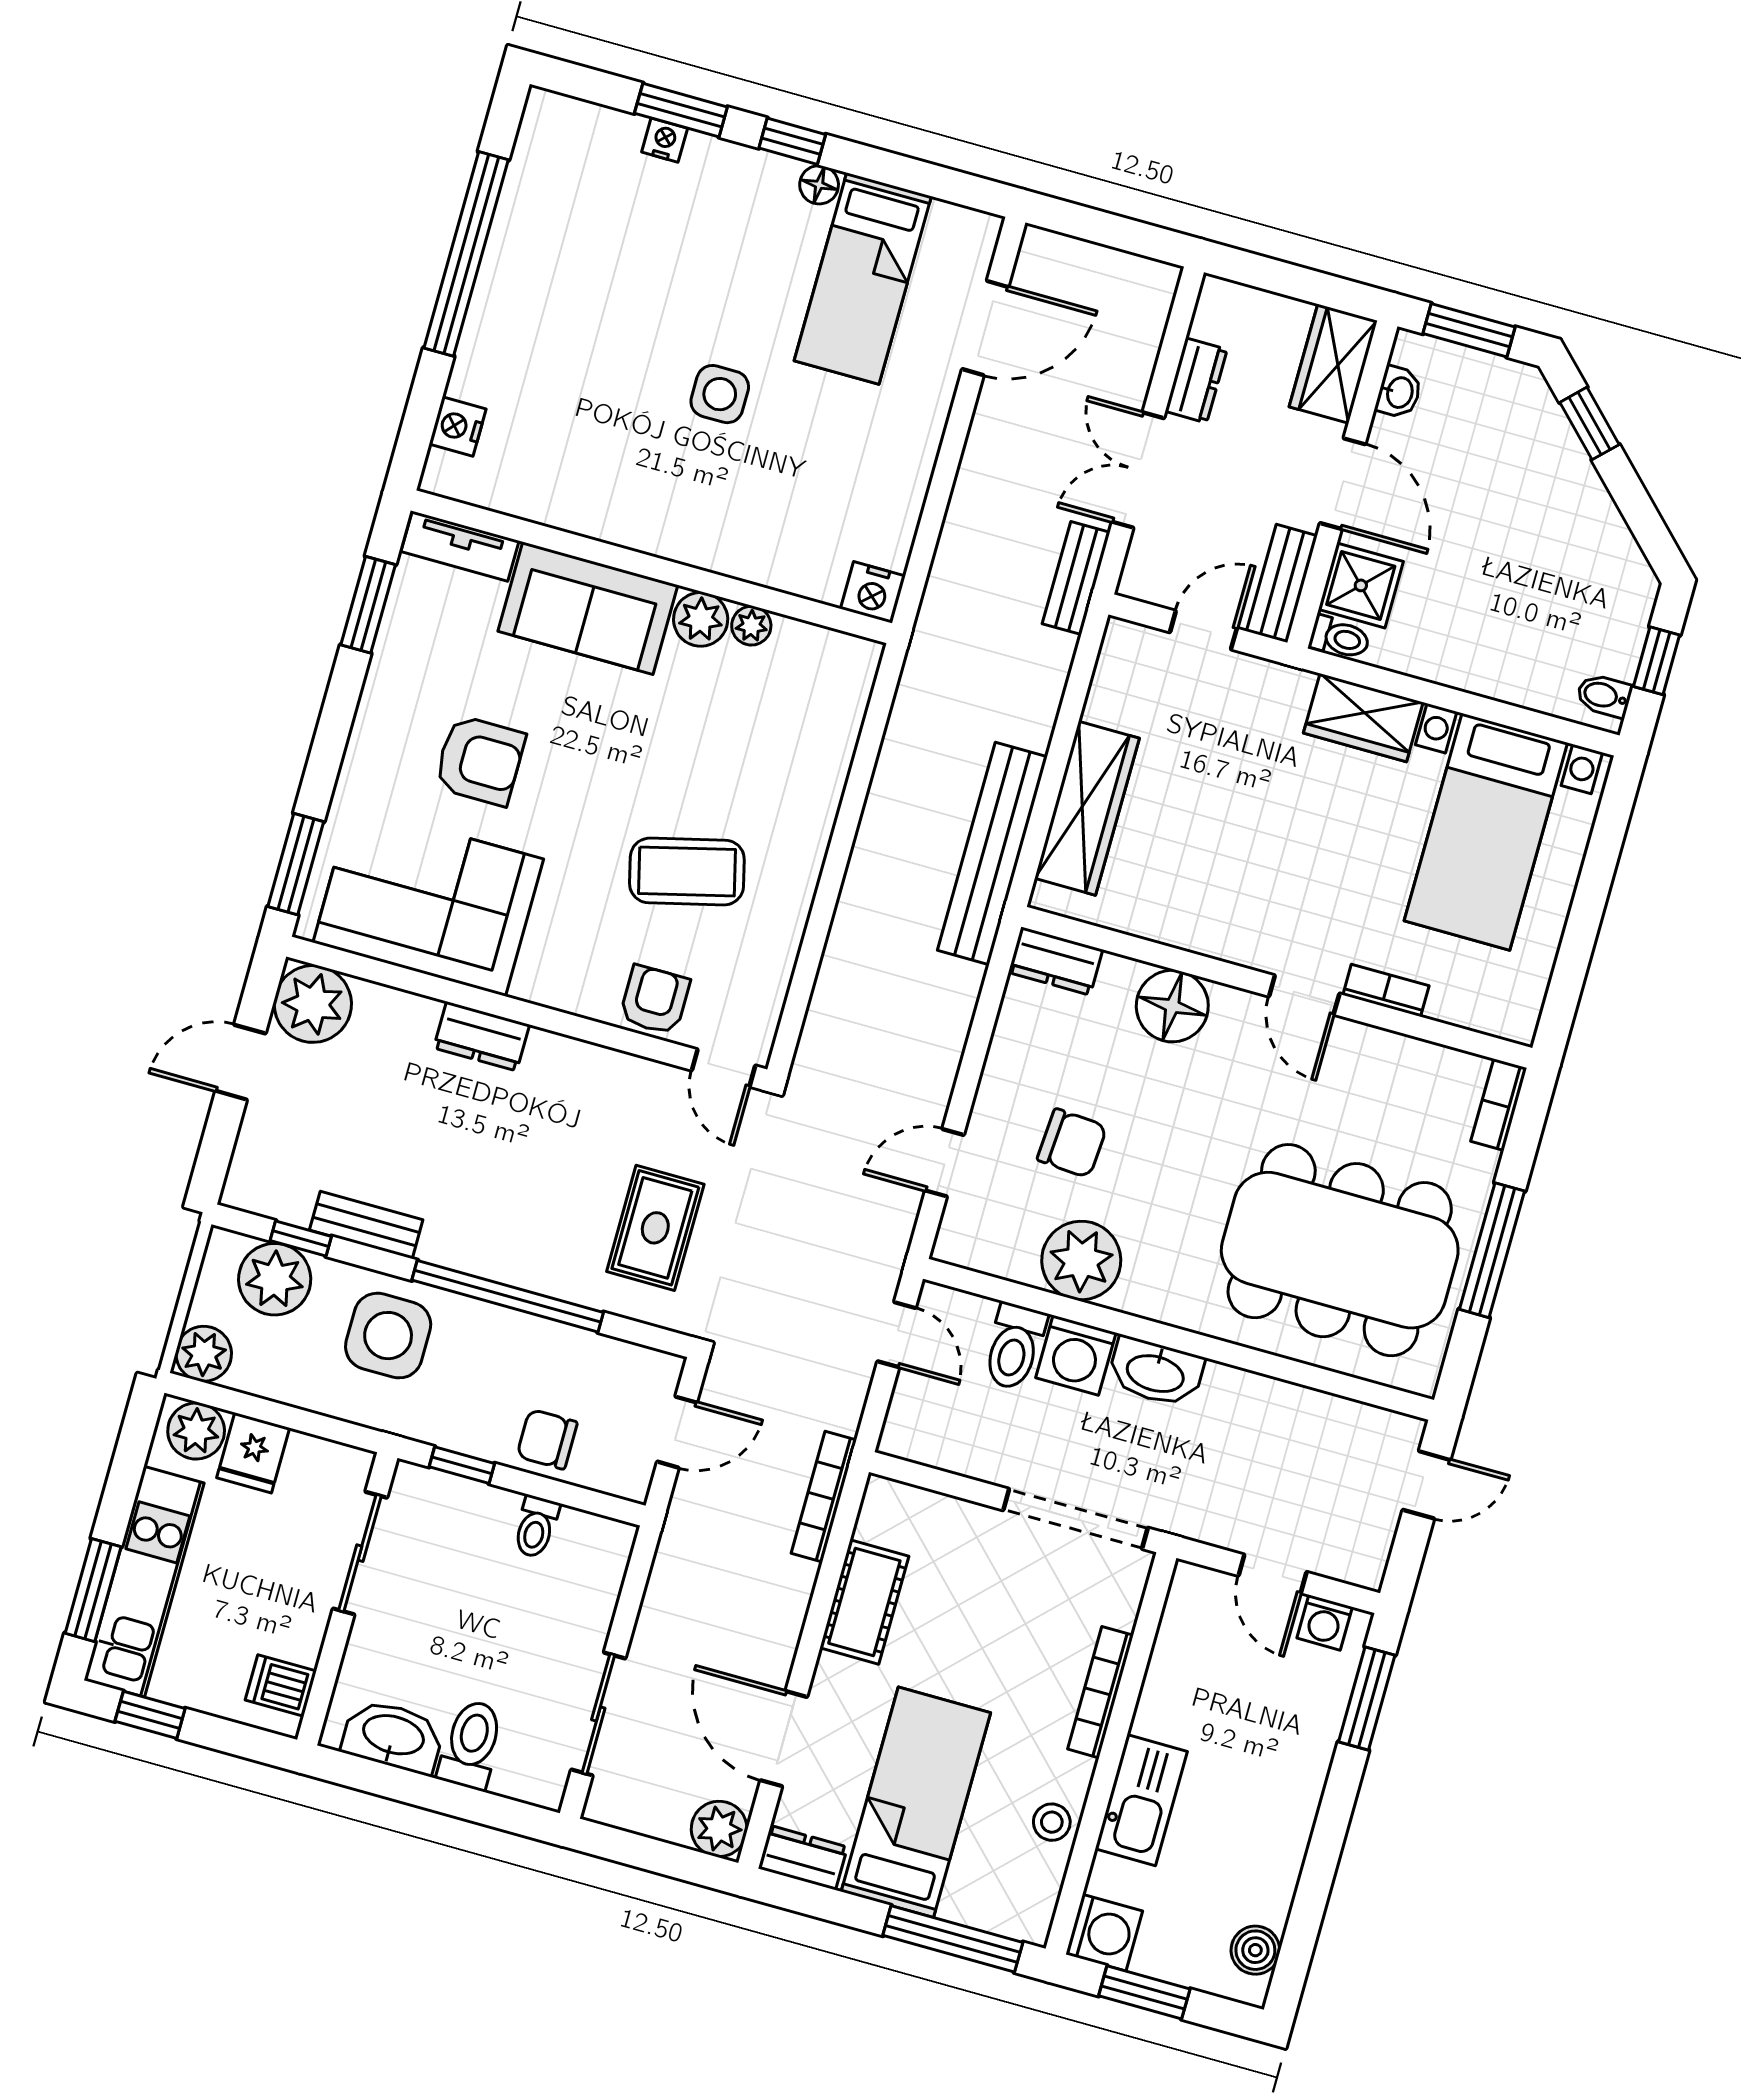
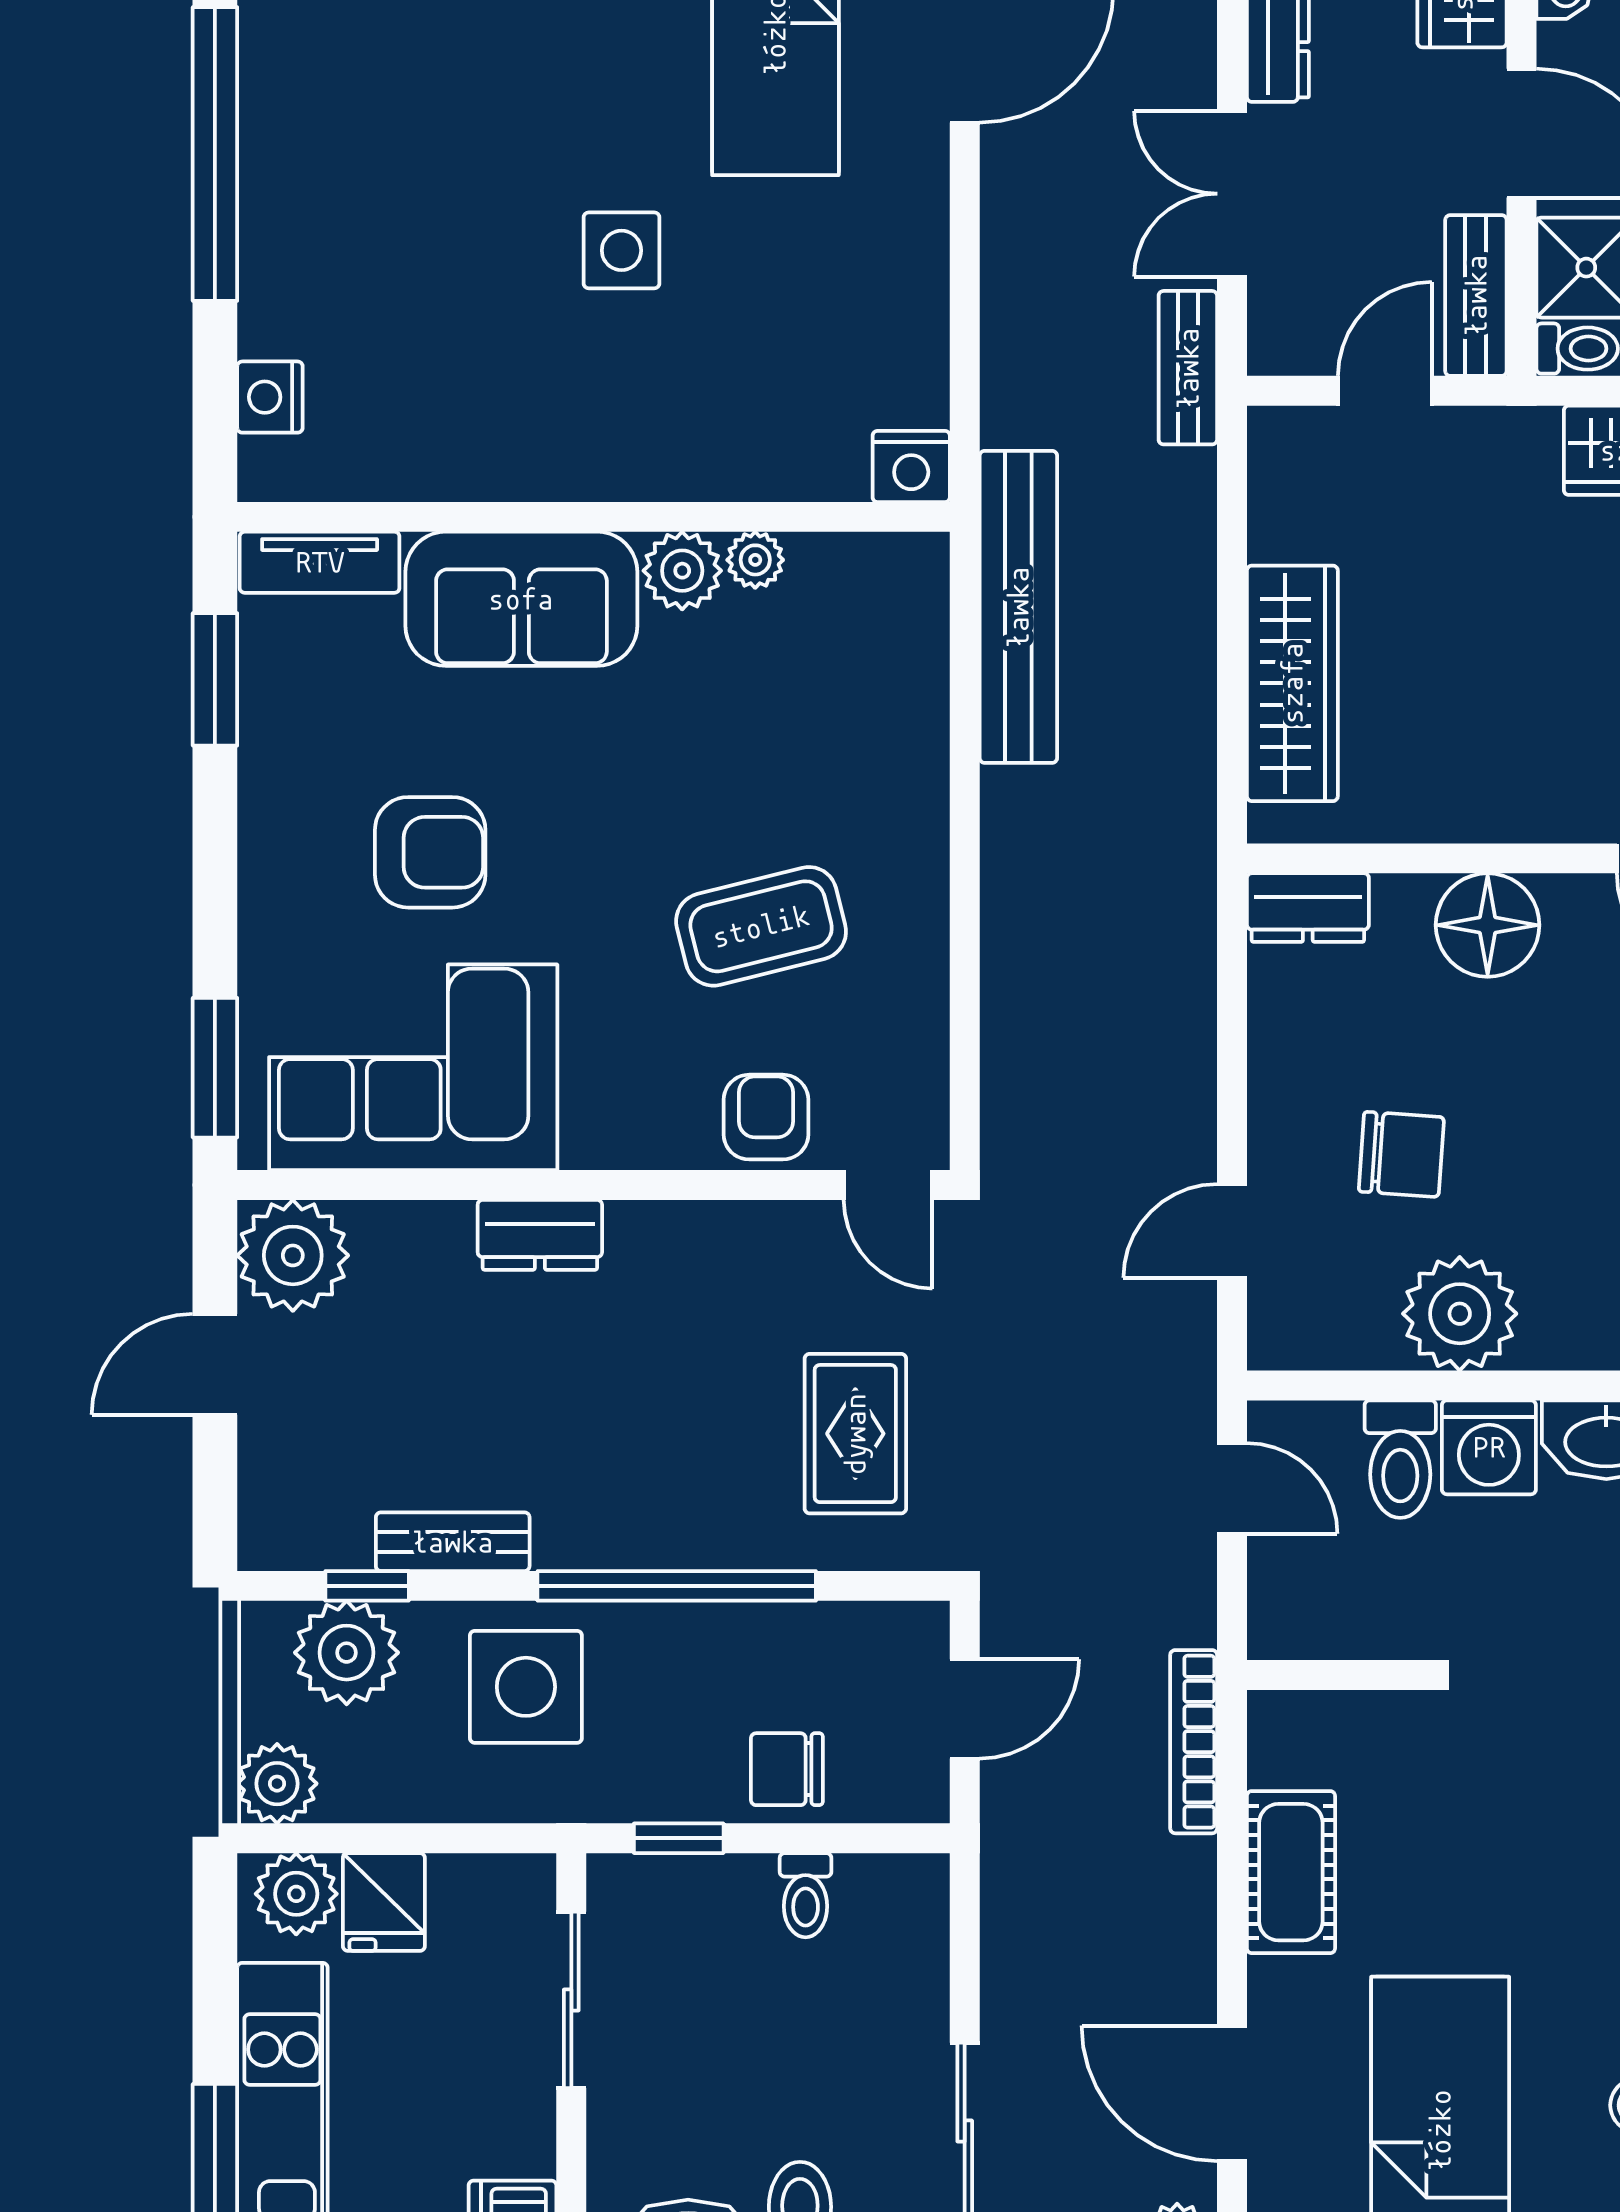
bench: (992, 853) -> (1018, 607), moved

